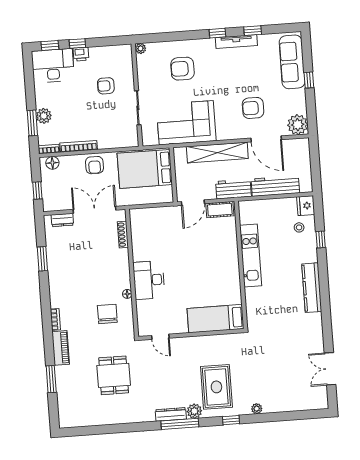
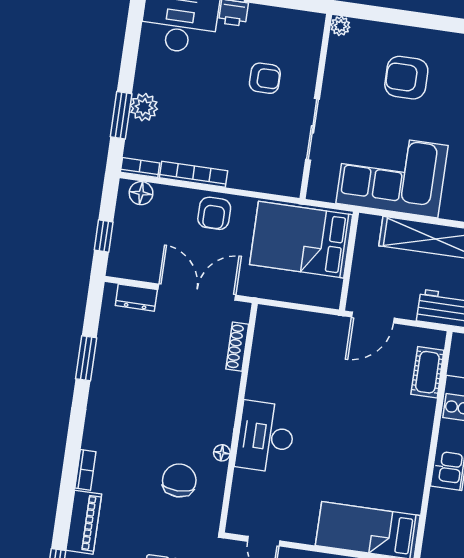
armchair: (106, 86) -> (265, 78), turned 180
cot: (220, 210) -> (427, 372), moved, turned 90

